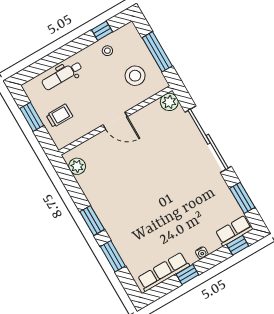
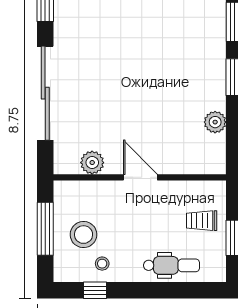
stool: (135, 76) -> (84, 235), moved
plant: (169, 102) -> (92, 163), moved
plant: (77, 166) -> (215, 122), moved

